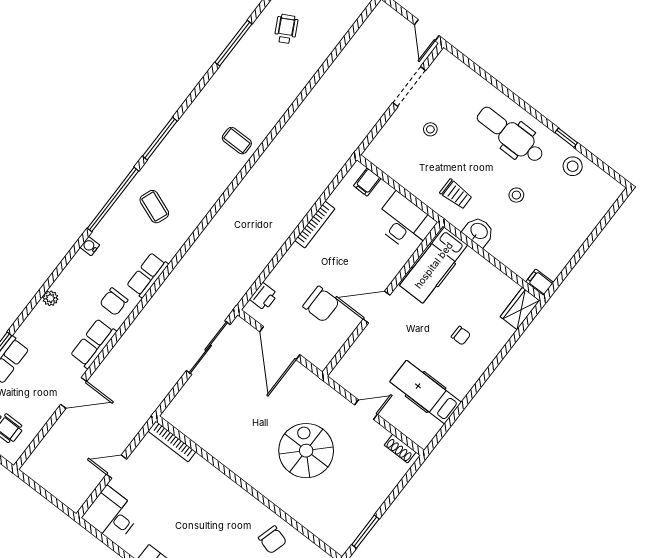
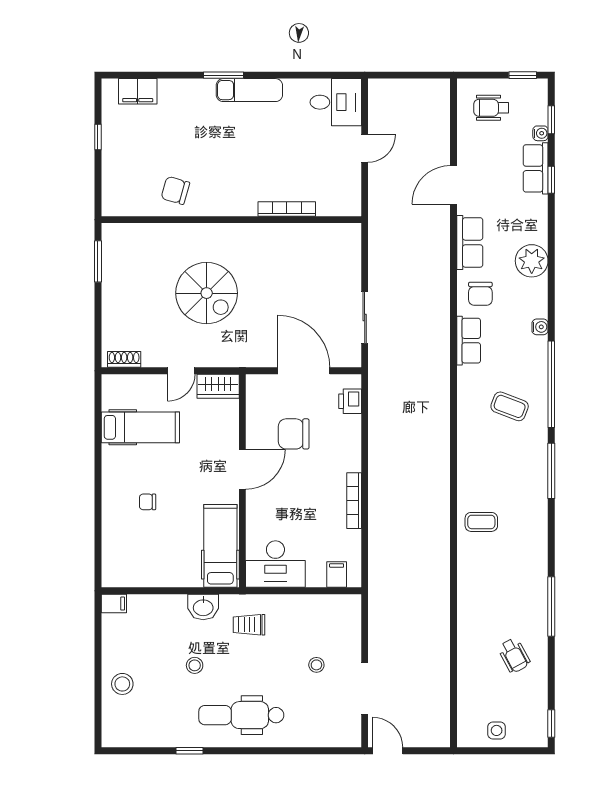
dental chair: (510, 135) -> (241, 715), turned 180
stool: (573, 166) -> (122, 684), moved
plant: (50, 298) -> (532, 261), width x1.88, depth x1.88
chair: (114, 302) -> (480, 294), turned 180
wardrobe: (520, 309) -> (218, 386), moved, turned 90
sliding door: (208, 348) -> (365, 318), width x0.73
bookcase: (172, 441) -> (287, 209), moved

